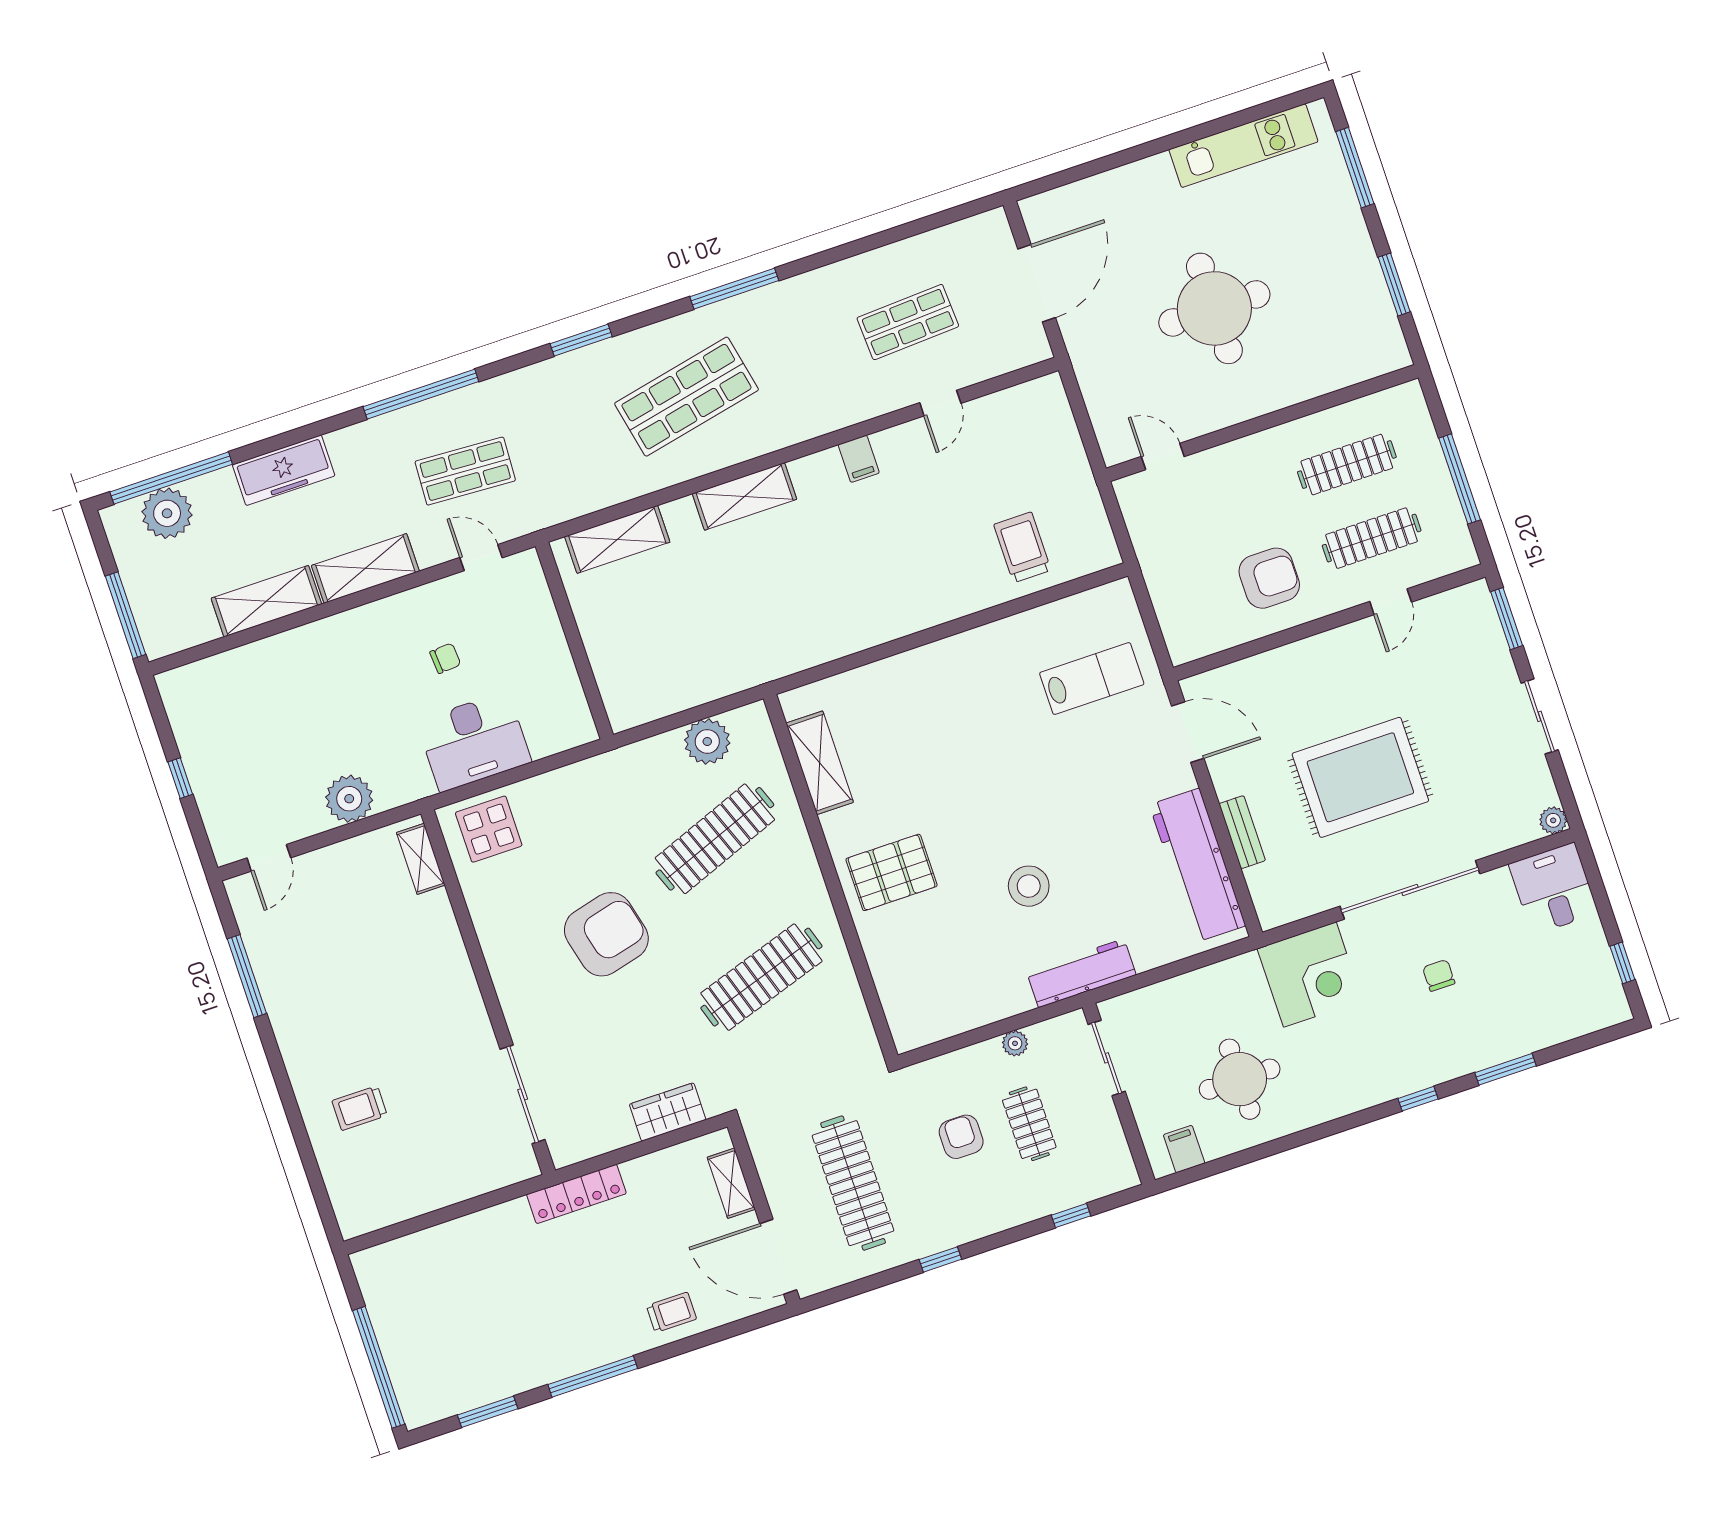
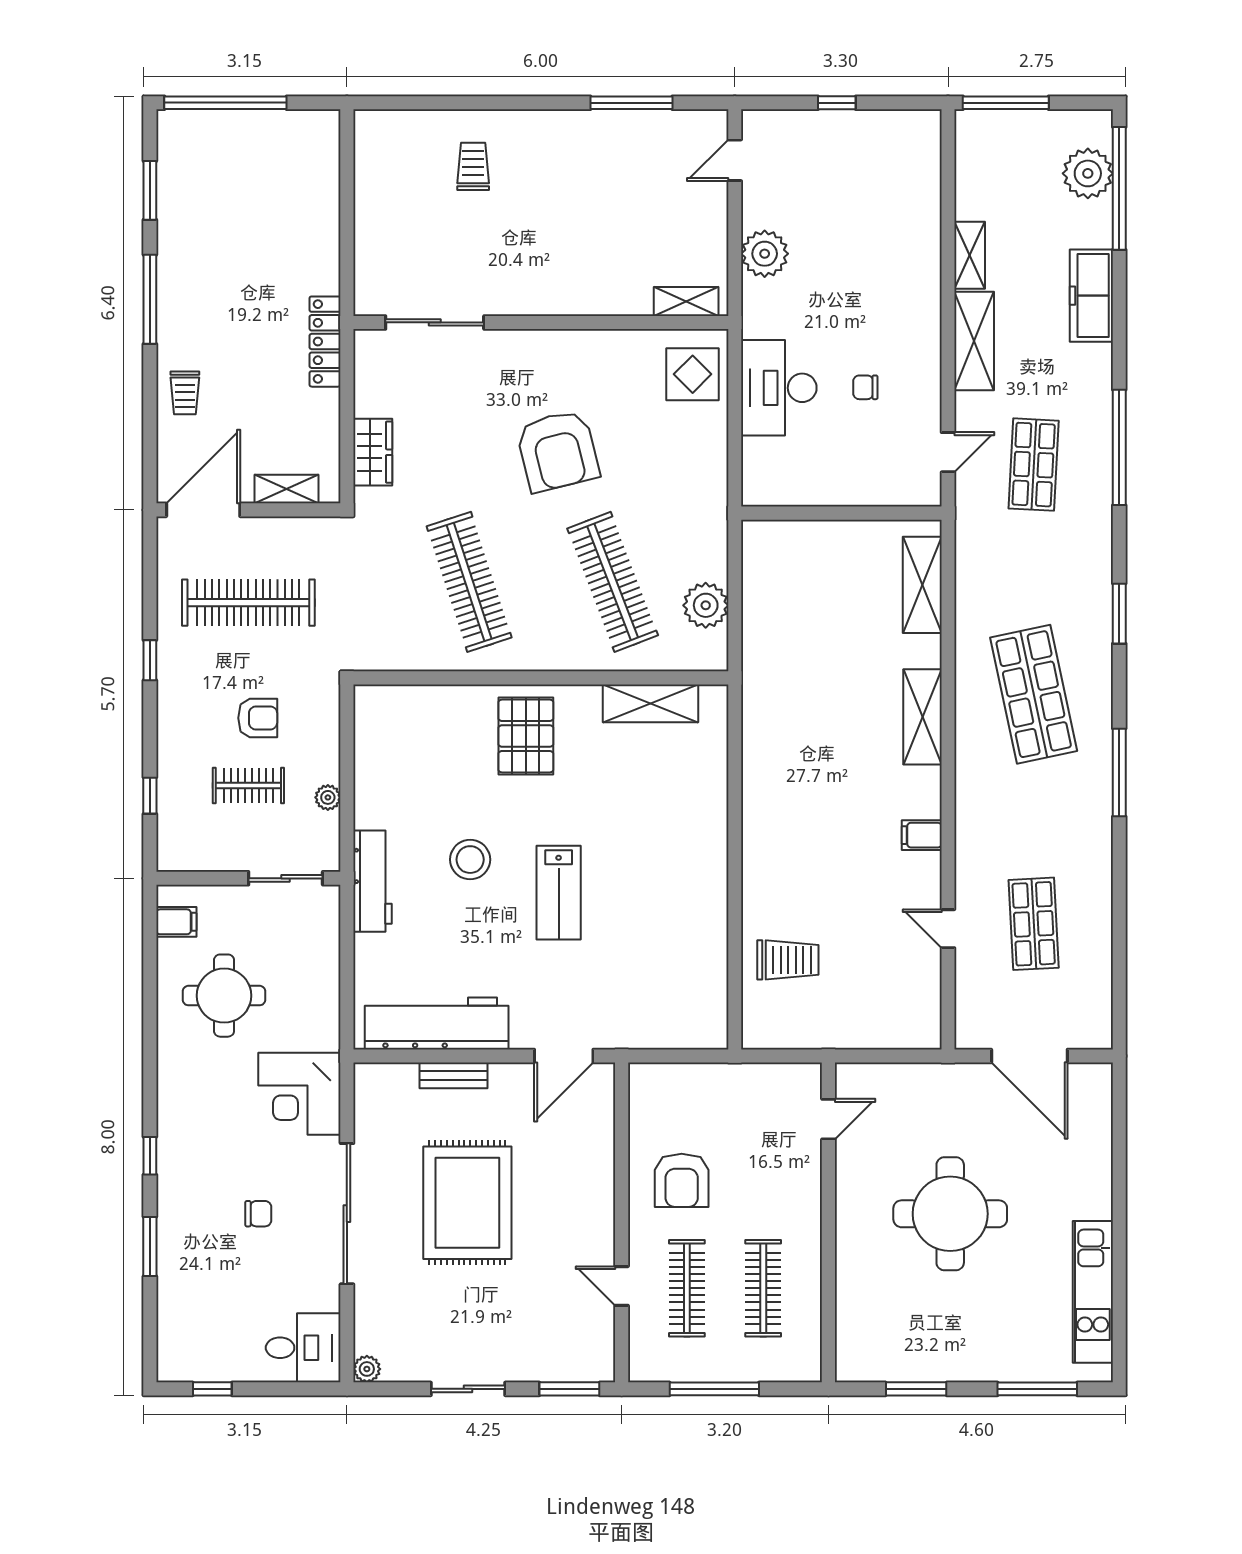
shelving: (266, 601) -> (970, 255), width x0.67, depth x0.75
chair: (445, 658) -> (865, 387), turned 94
lab bench: (1092, 679) -> (559, 893), moved
door: (269, 858) -> (735, 160), hinge flipped

